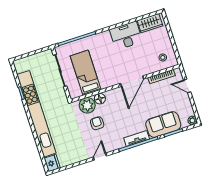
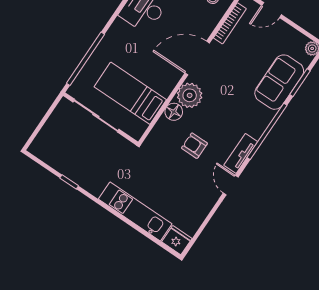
door: (132, 81) -> (197, 58), swing flipped
plant: (87, 105) -> (190, 95), moved
kitchen unit: (36, 114) -> (135, 211), width x0.54
tv unit: (137, 138) -> (241, 153), moved

